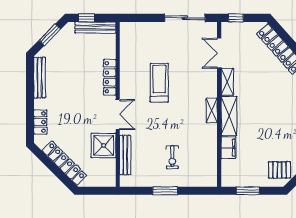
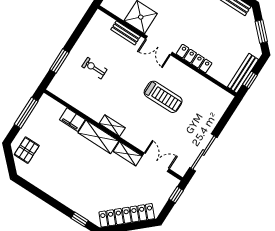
window: (87, 18) -> (250, 80), moved
bench: (125, 155) -> (126, 33), width x0.73
window: (165, 191) -> (59, 61), moved
window: (248, 191) -> (26, 113), width x1.44

